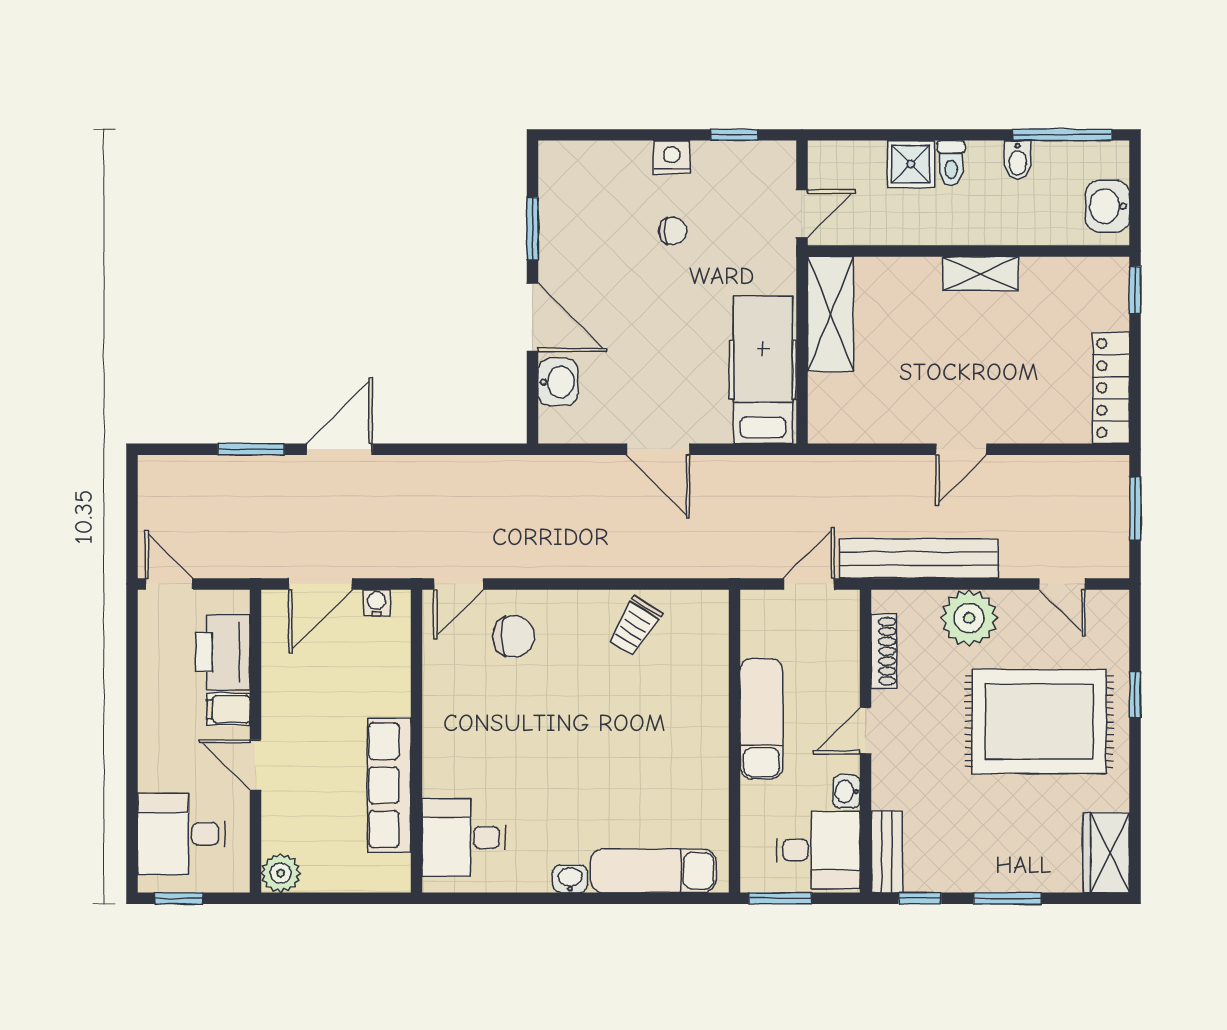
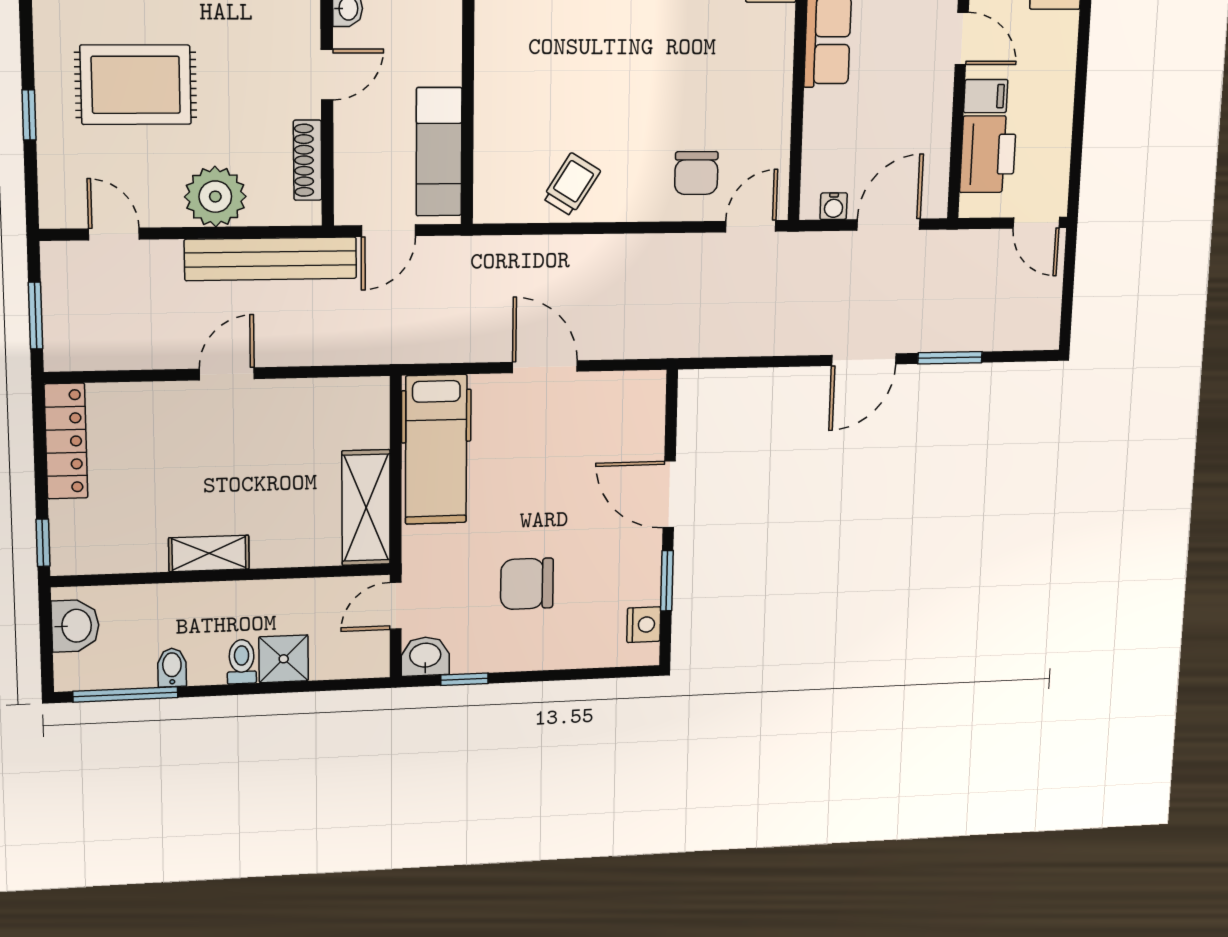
nightstand: (672, 157) -> (644, 625), moved, turned -90
chair: (673, 231) -> (527, 584), width x1.87, depth x1.87
washbasin: (558, 382) -> (425, 656), moved, turned 90
chair: (514, 636) -> (696, 173), turned -90
exam couch: (761, 719) -> (439, 152), moved
rug: (1039, 722) -> (136, 85), width x0.73, depth x0.69

